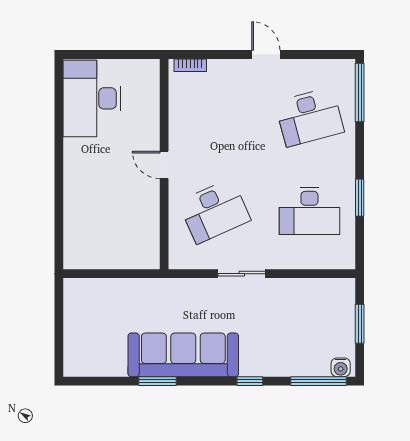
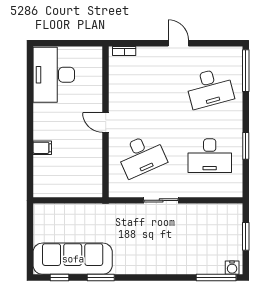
filing cabinet: (76, 200) -> (42, 148), added
sofa: (183, 355) -> (73, 259), moved
window: (250, 381) -> (59, 277), moved

